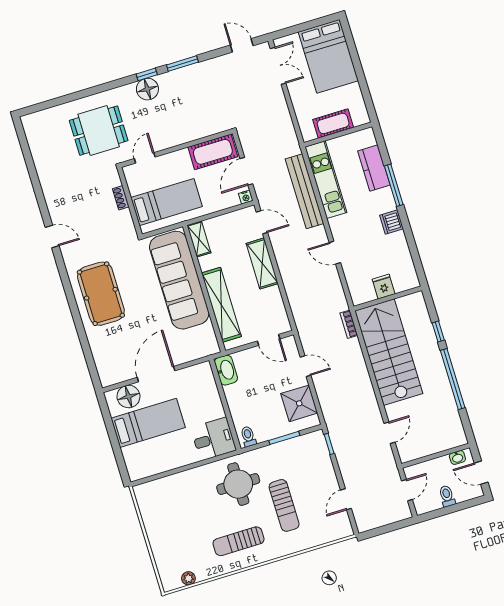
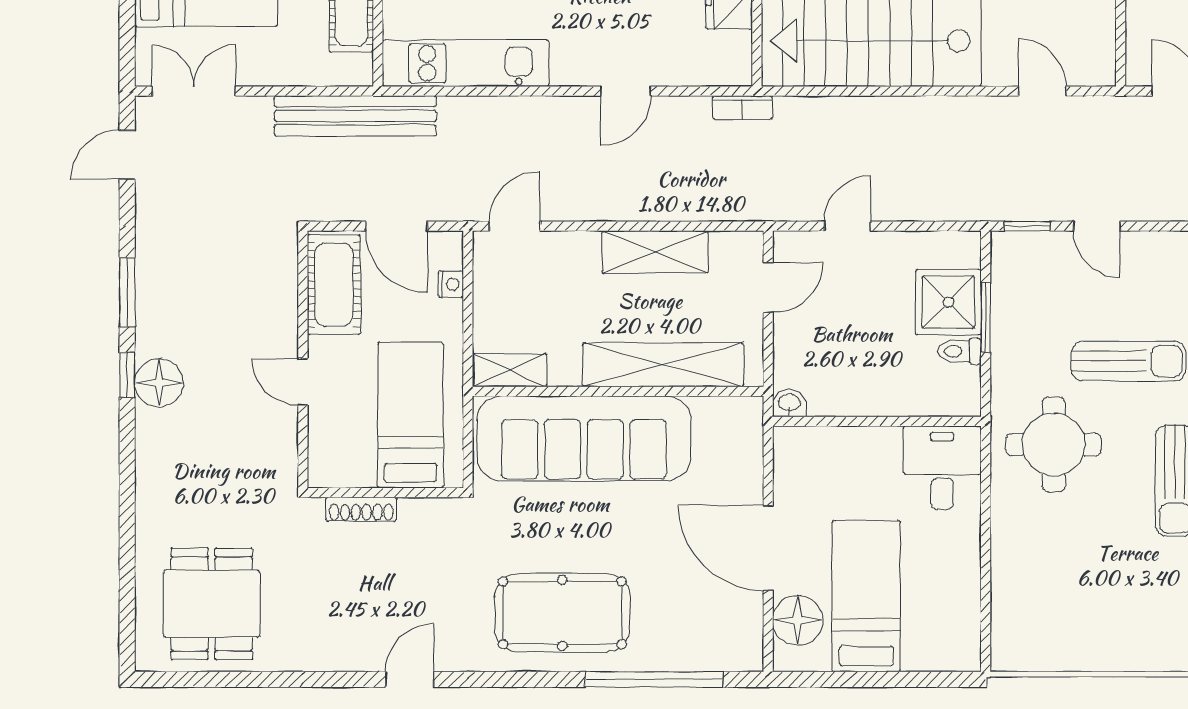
dining table: (99, 131) -> (212, 604), moved
door: (145, 158) -> (303, 382), moved
bench: (305, 191) -> (355, 116), moved
nightstand: (246, 197) -> (451, 284), moved
shoe rack: (121, 198) -> (361, 509), width x1.43
shelving: (262, 263) -> (655, 252), moved
bookcase: (349, 324) -> (742, 108), moved
window: (84, 342) -> (654, 679), added
washbasin: (226, 370) -> (789, 403), width x0.52, depth x0.69
shower: (299, 403) -> (948, 302), moved
toilet: (248, 436) -> (959, 351), moved
door: (346, 499) -> (1097, 226), moved

